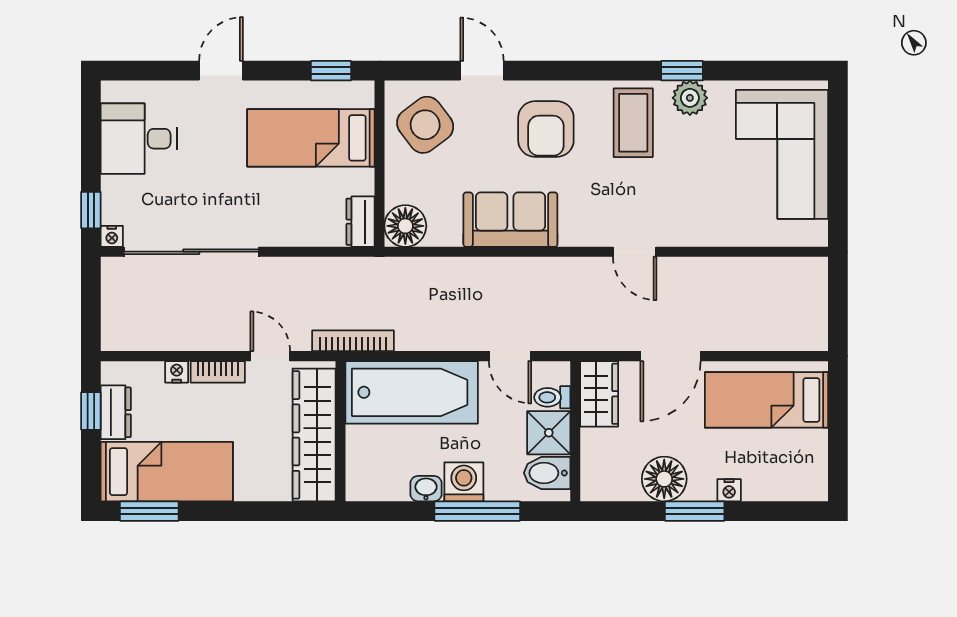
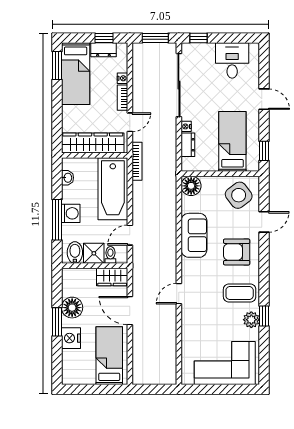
dresser: (360, 222) -> (188, 145), moved, turned 90
nightstand: (112, 236) -> (186, 126), moved
window: (91, 302) -> (155, 38), added
washbasin: (426, 489) -> (68, 178), moved
nightstand: (729, 490) -> (71, 338), width x1.89, depth x1.79

